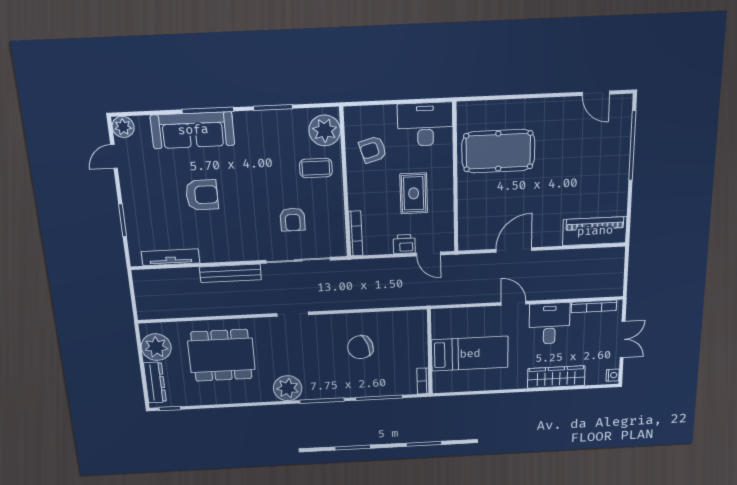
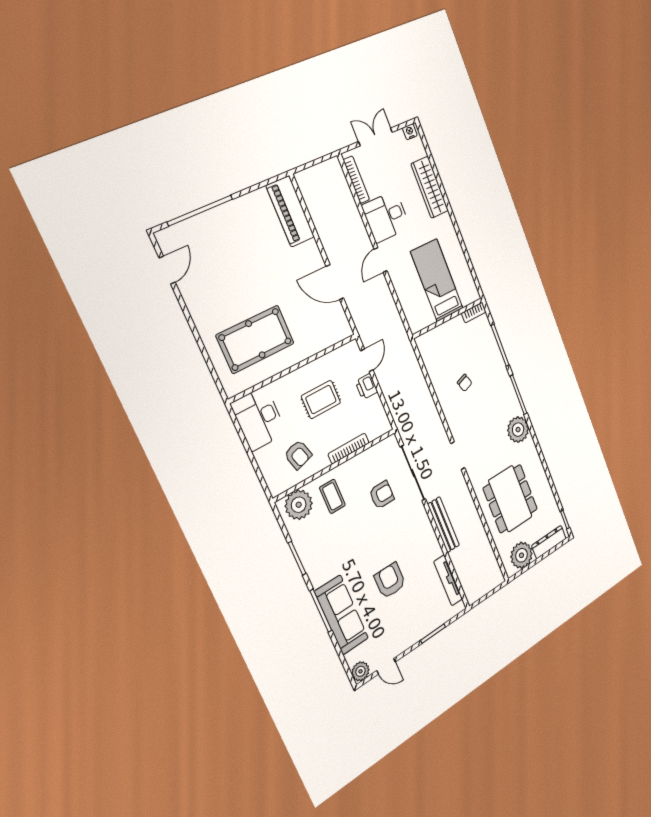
pool table: (498, 151) -> (255, 339), turned 90
bookcase: (356, 233) -> (349, 448), moved
chair: (360, 347) -> (465, 383), width x0.54, depth x0.54

